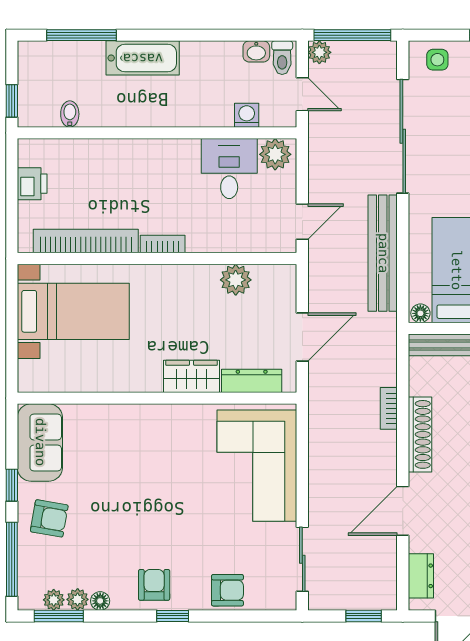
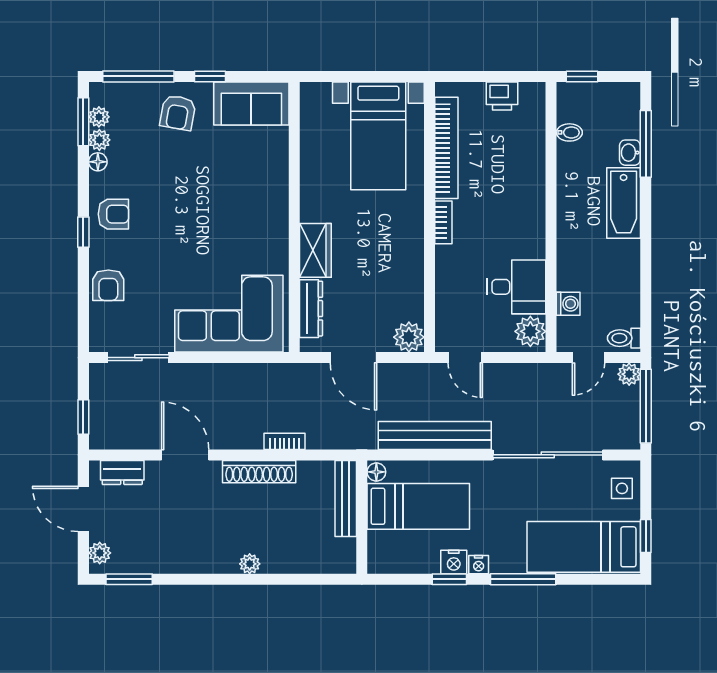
washbasin: (256, 51) -> (630, 153), moved
plant: (236, 280) -> (409, 337), moved

